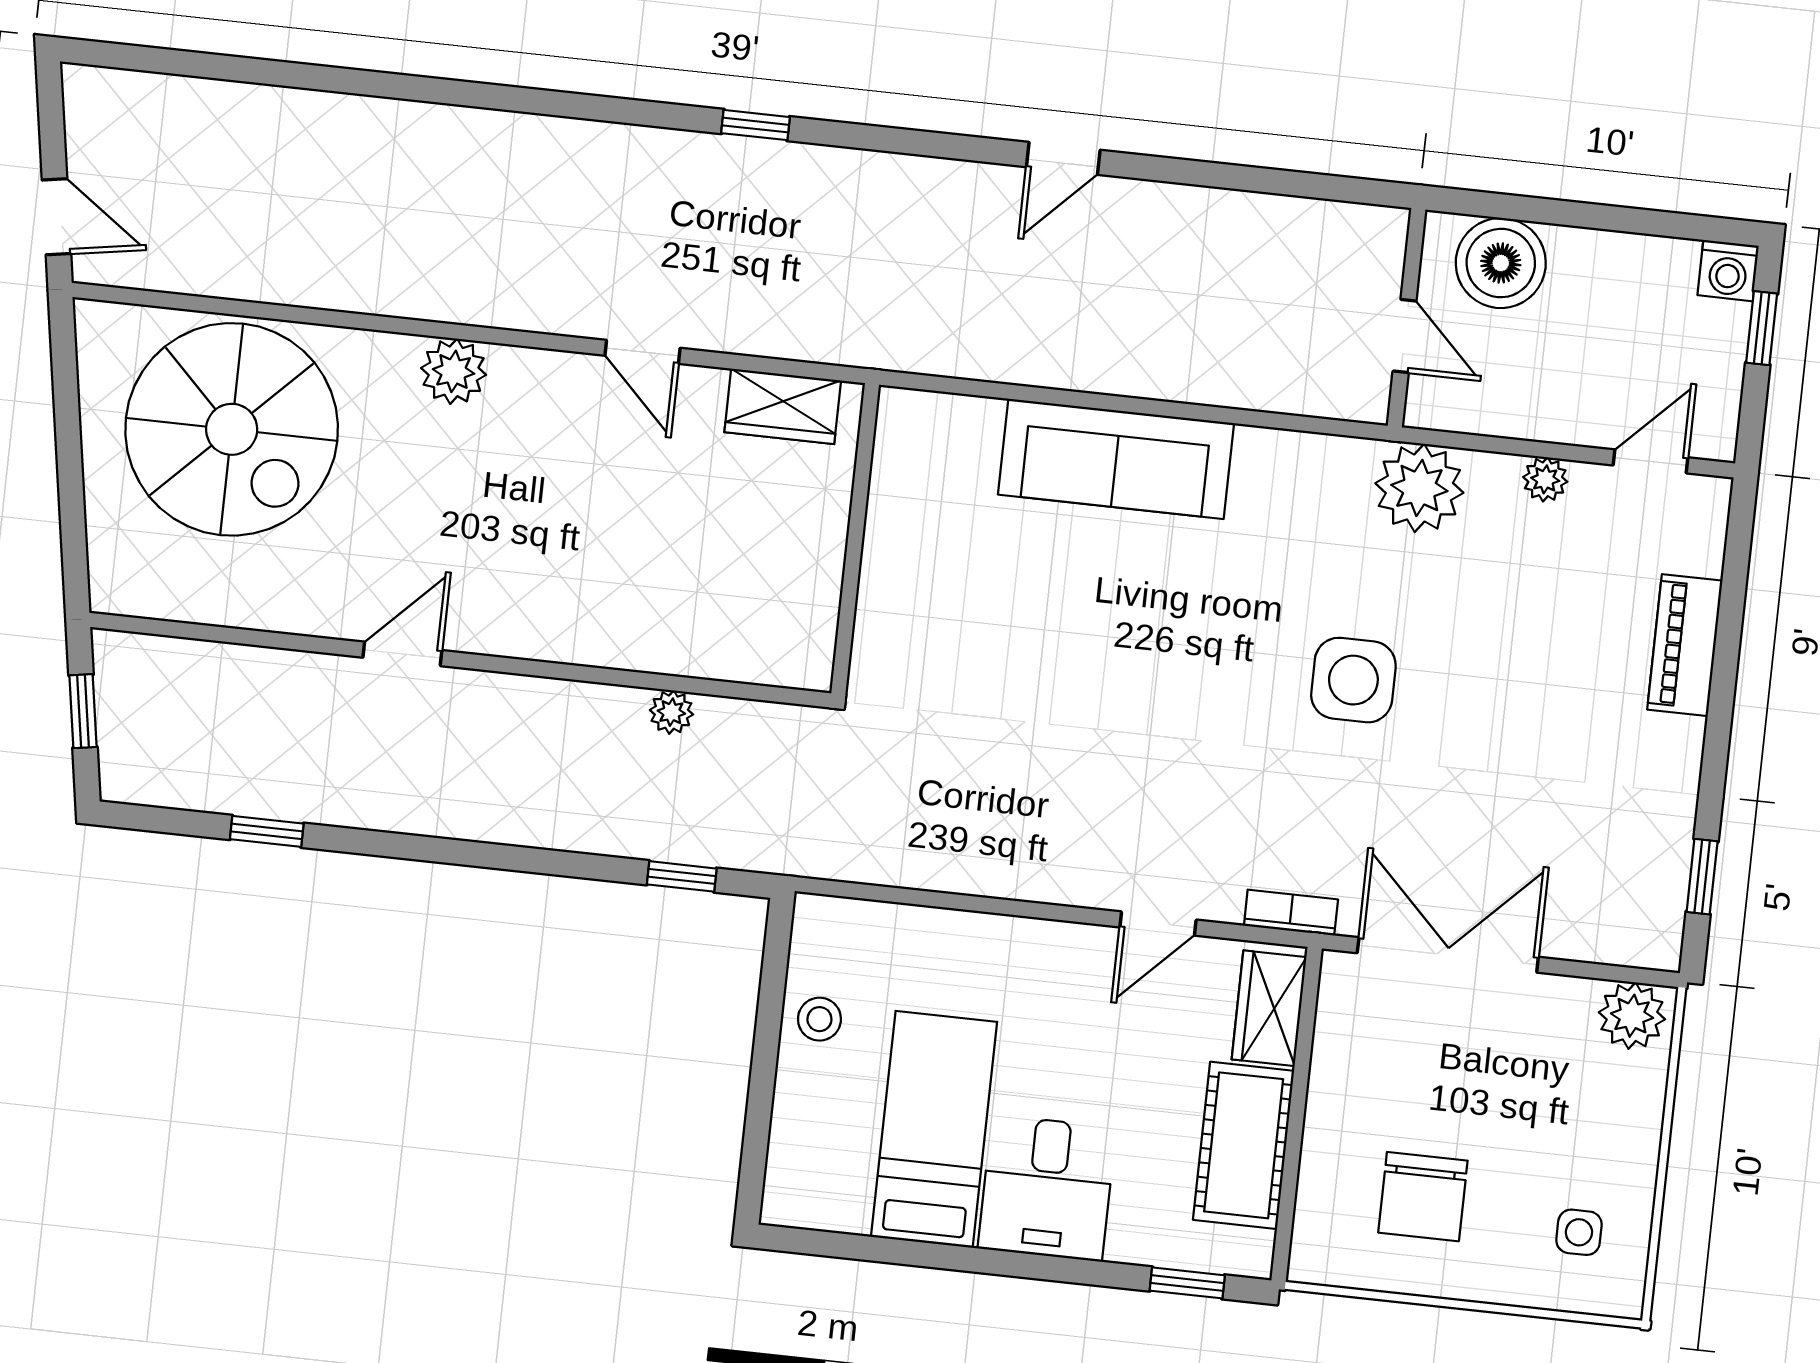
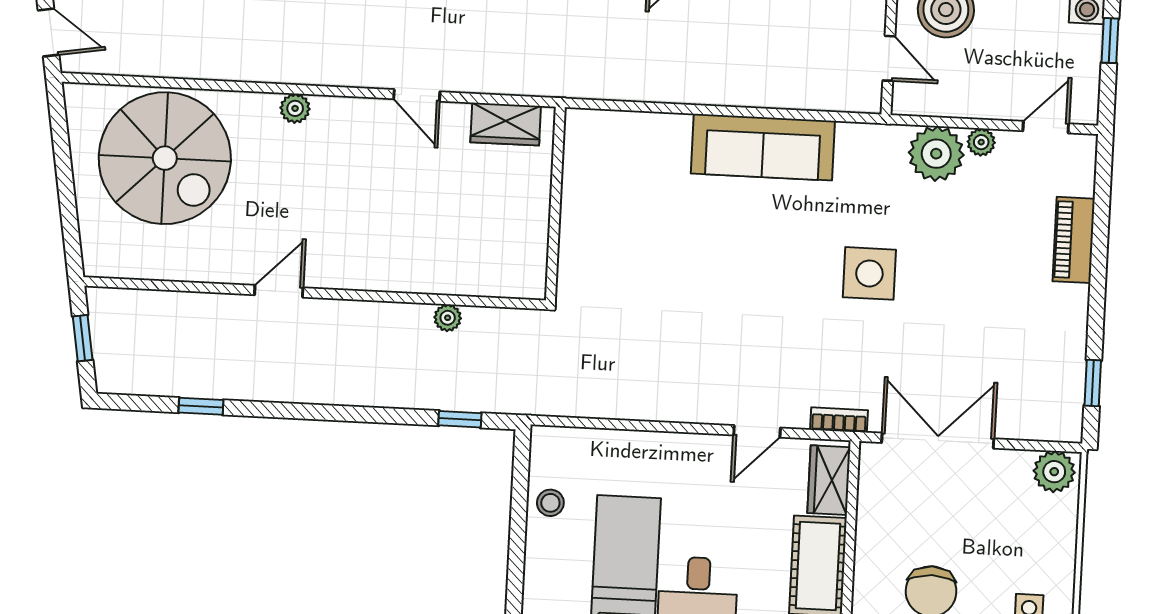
plant: (454, 371) -> (295, 108), width x0.73, depth x0.73
sofa: (1116, 459) -> (763, 147), moved
plant: (1419, 488) -> (936, 154), moved

